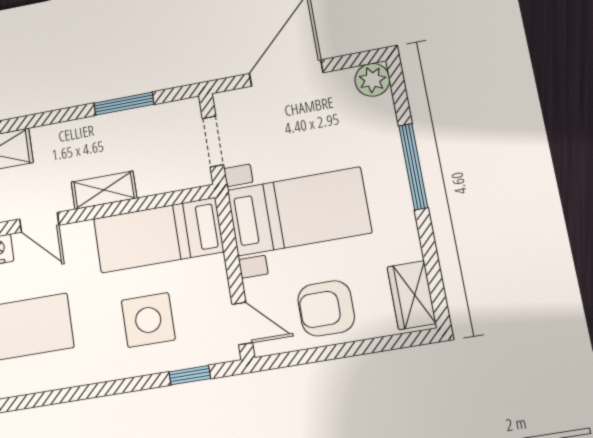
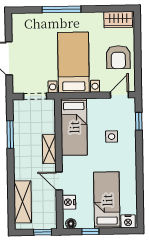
plant: (372, 80) -> (19, 21), removed
door: (39, 222) -> (59, 181), swing flipped
side table: (148, 320) -> (112, 137), width x0.54, depth x0.54

